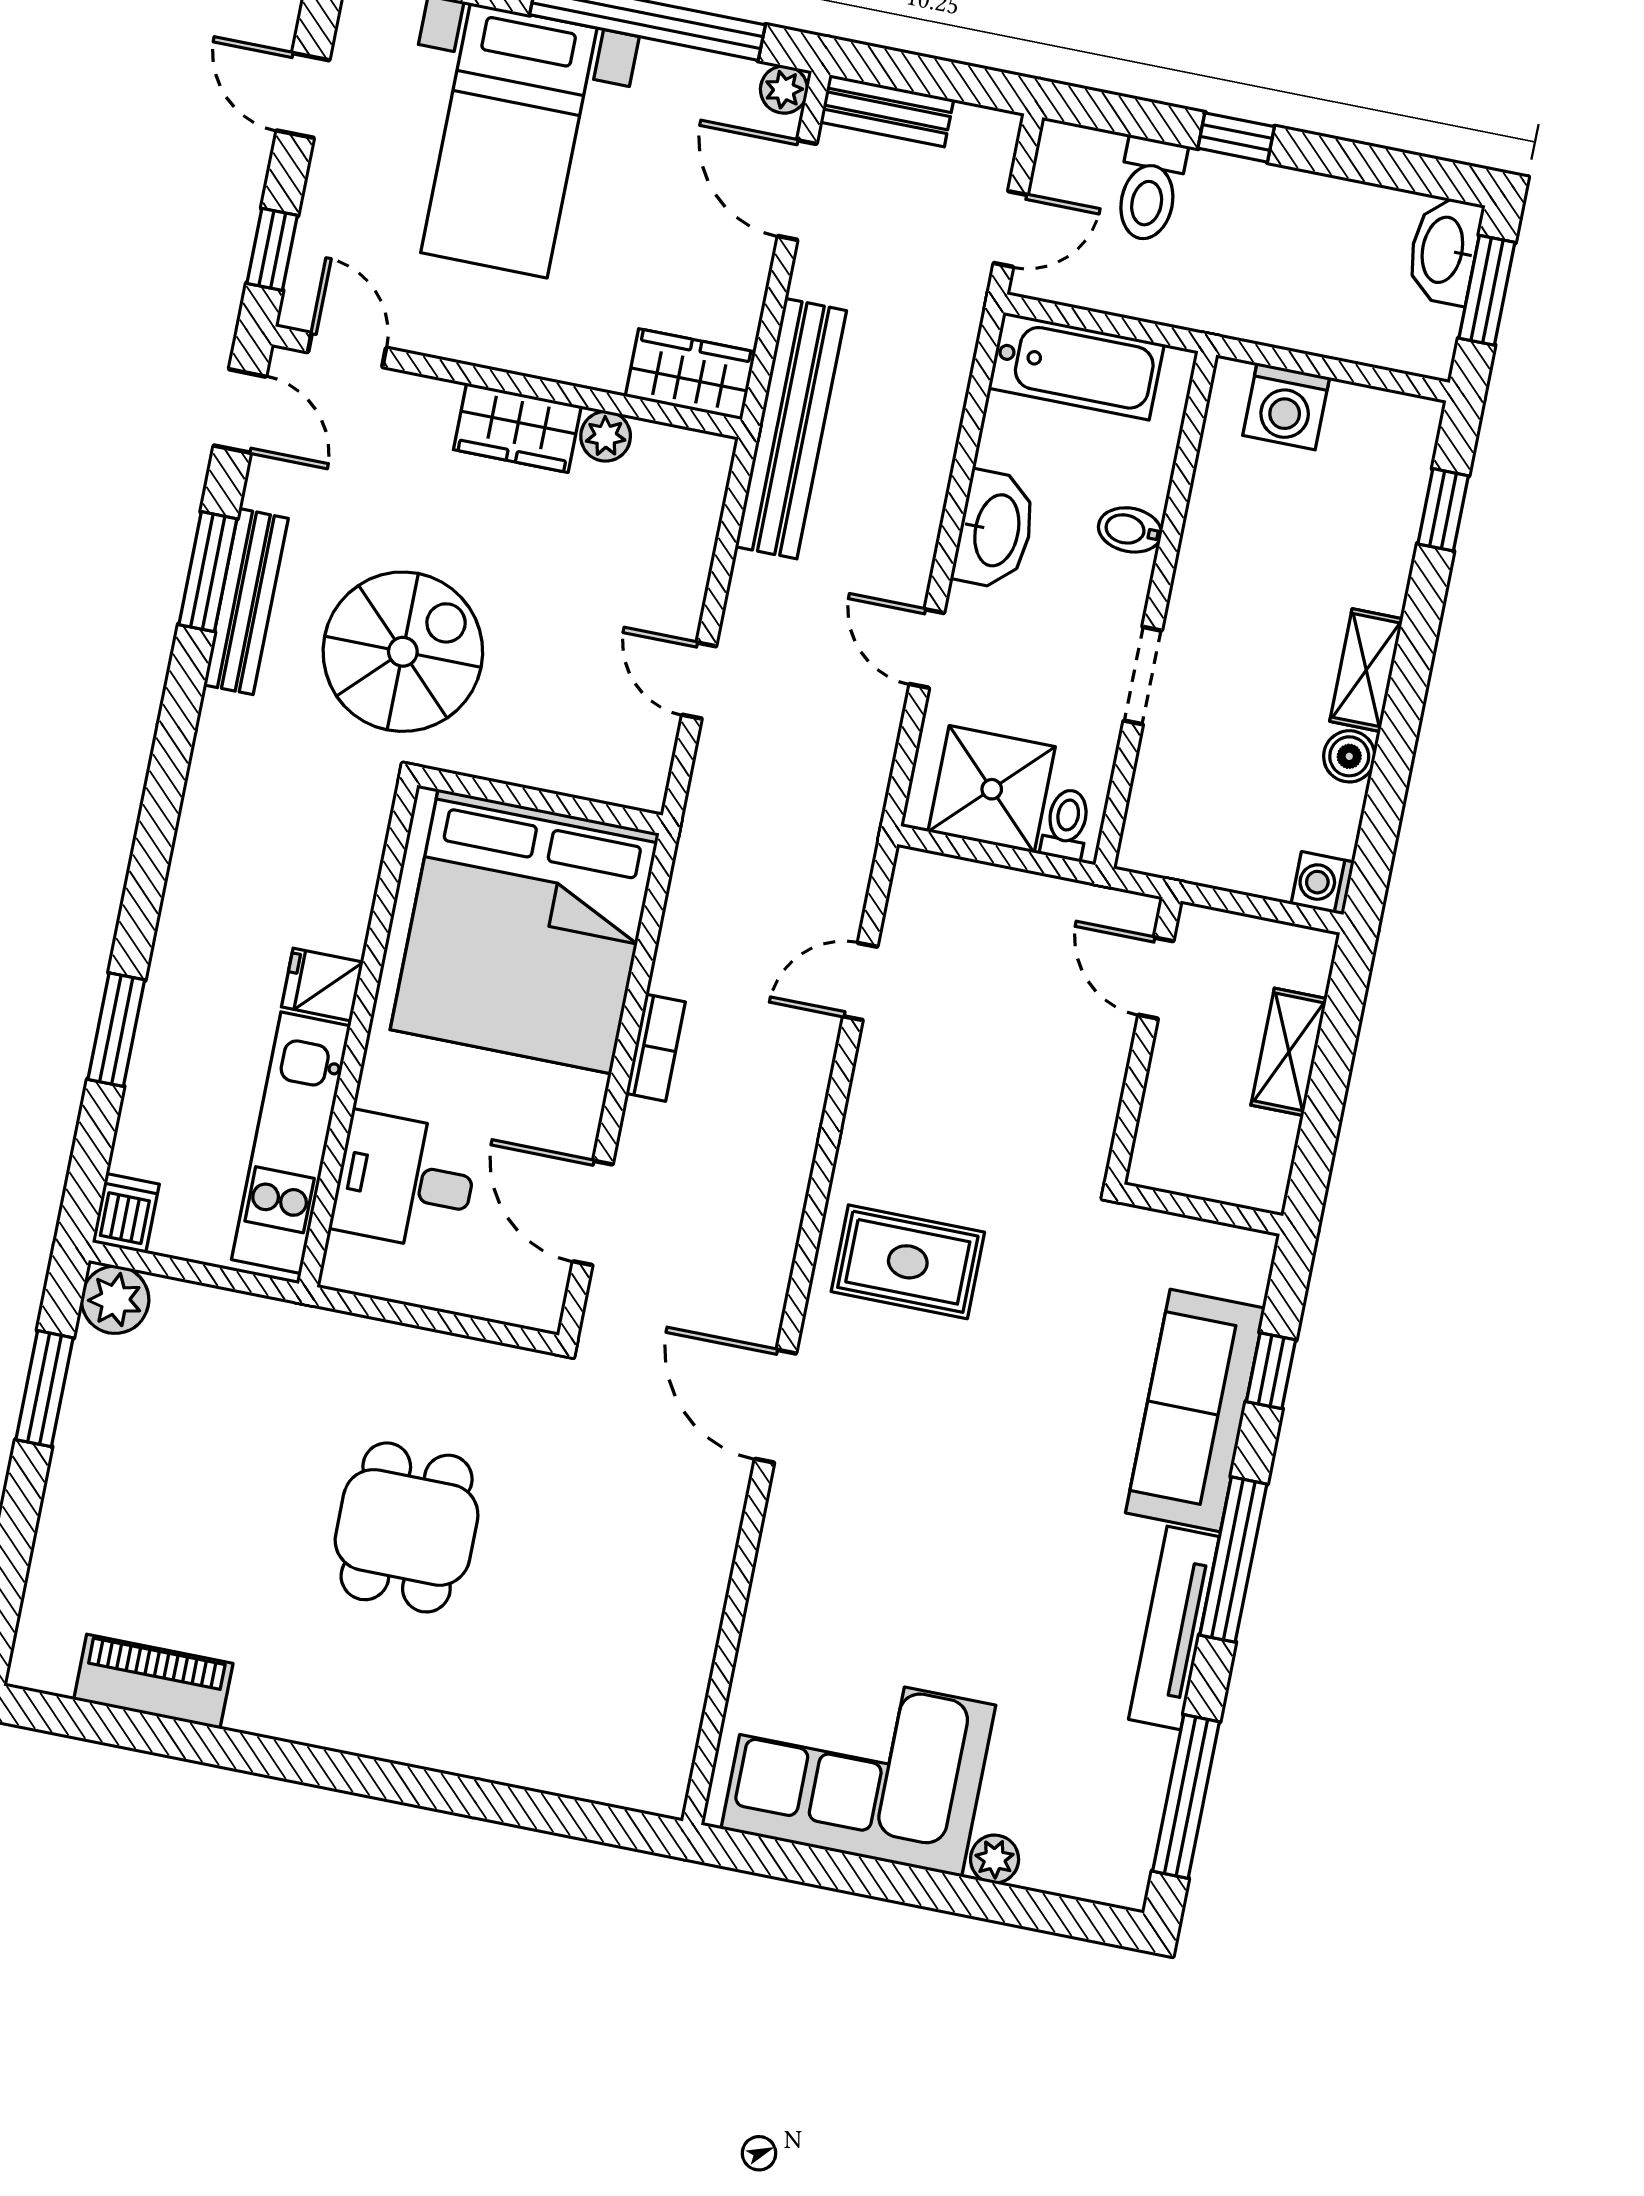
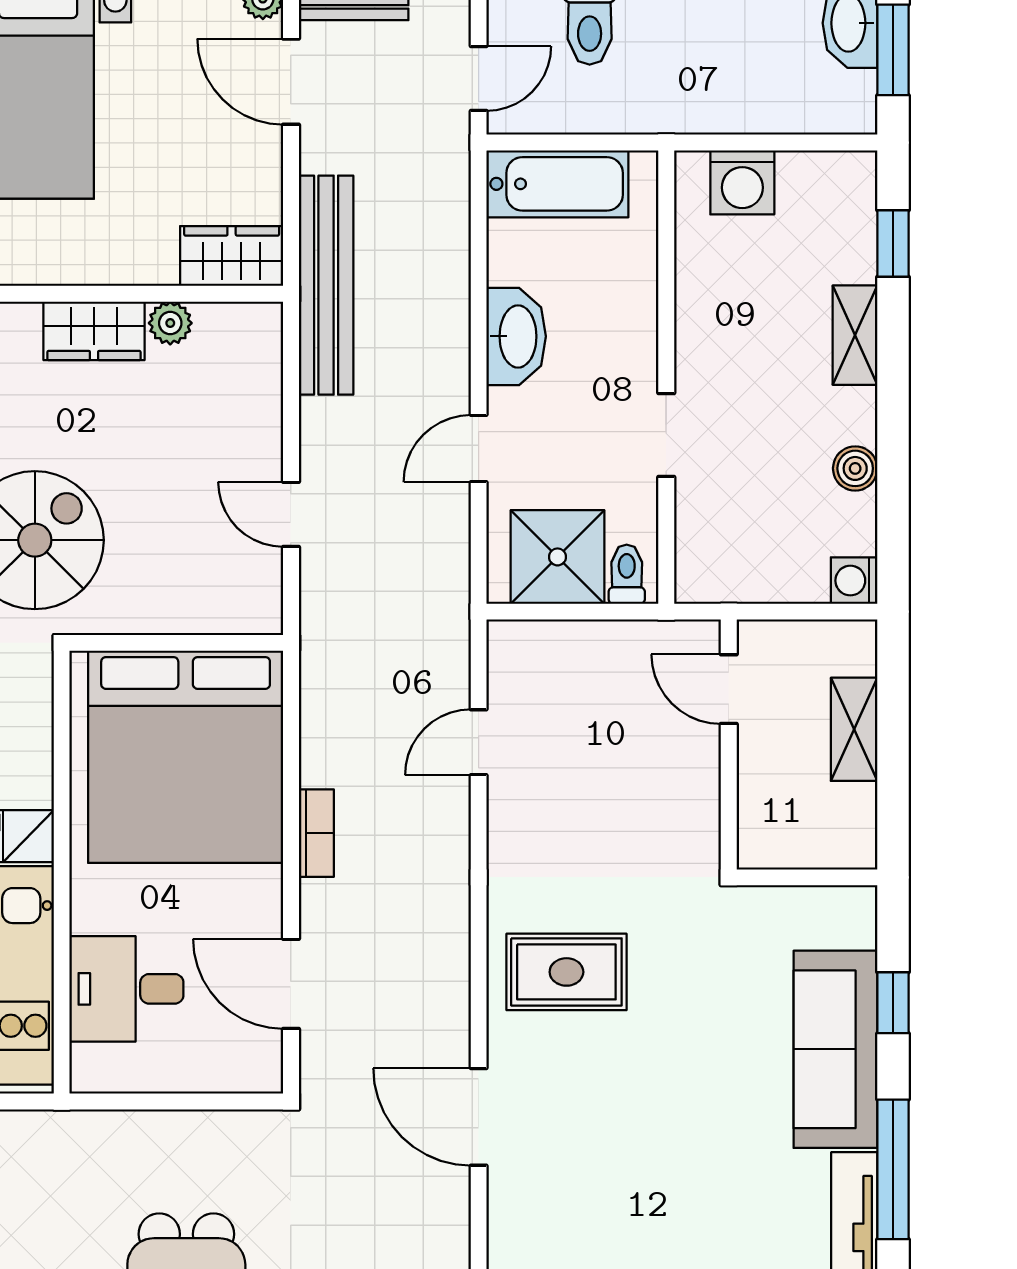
bidet: (1130, 530) -> (631, 314), removed
door: (927, 649) -> (479, 449), hinge flipped
shelving: (1366, 670) -> (855, 335), moved

